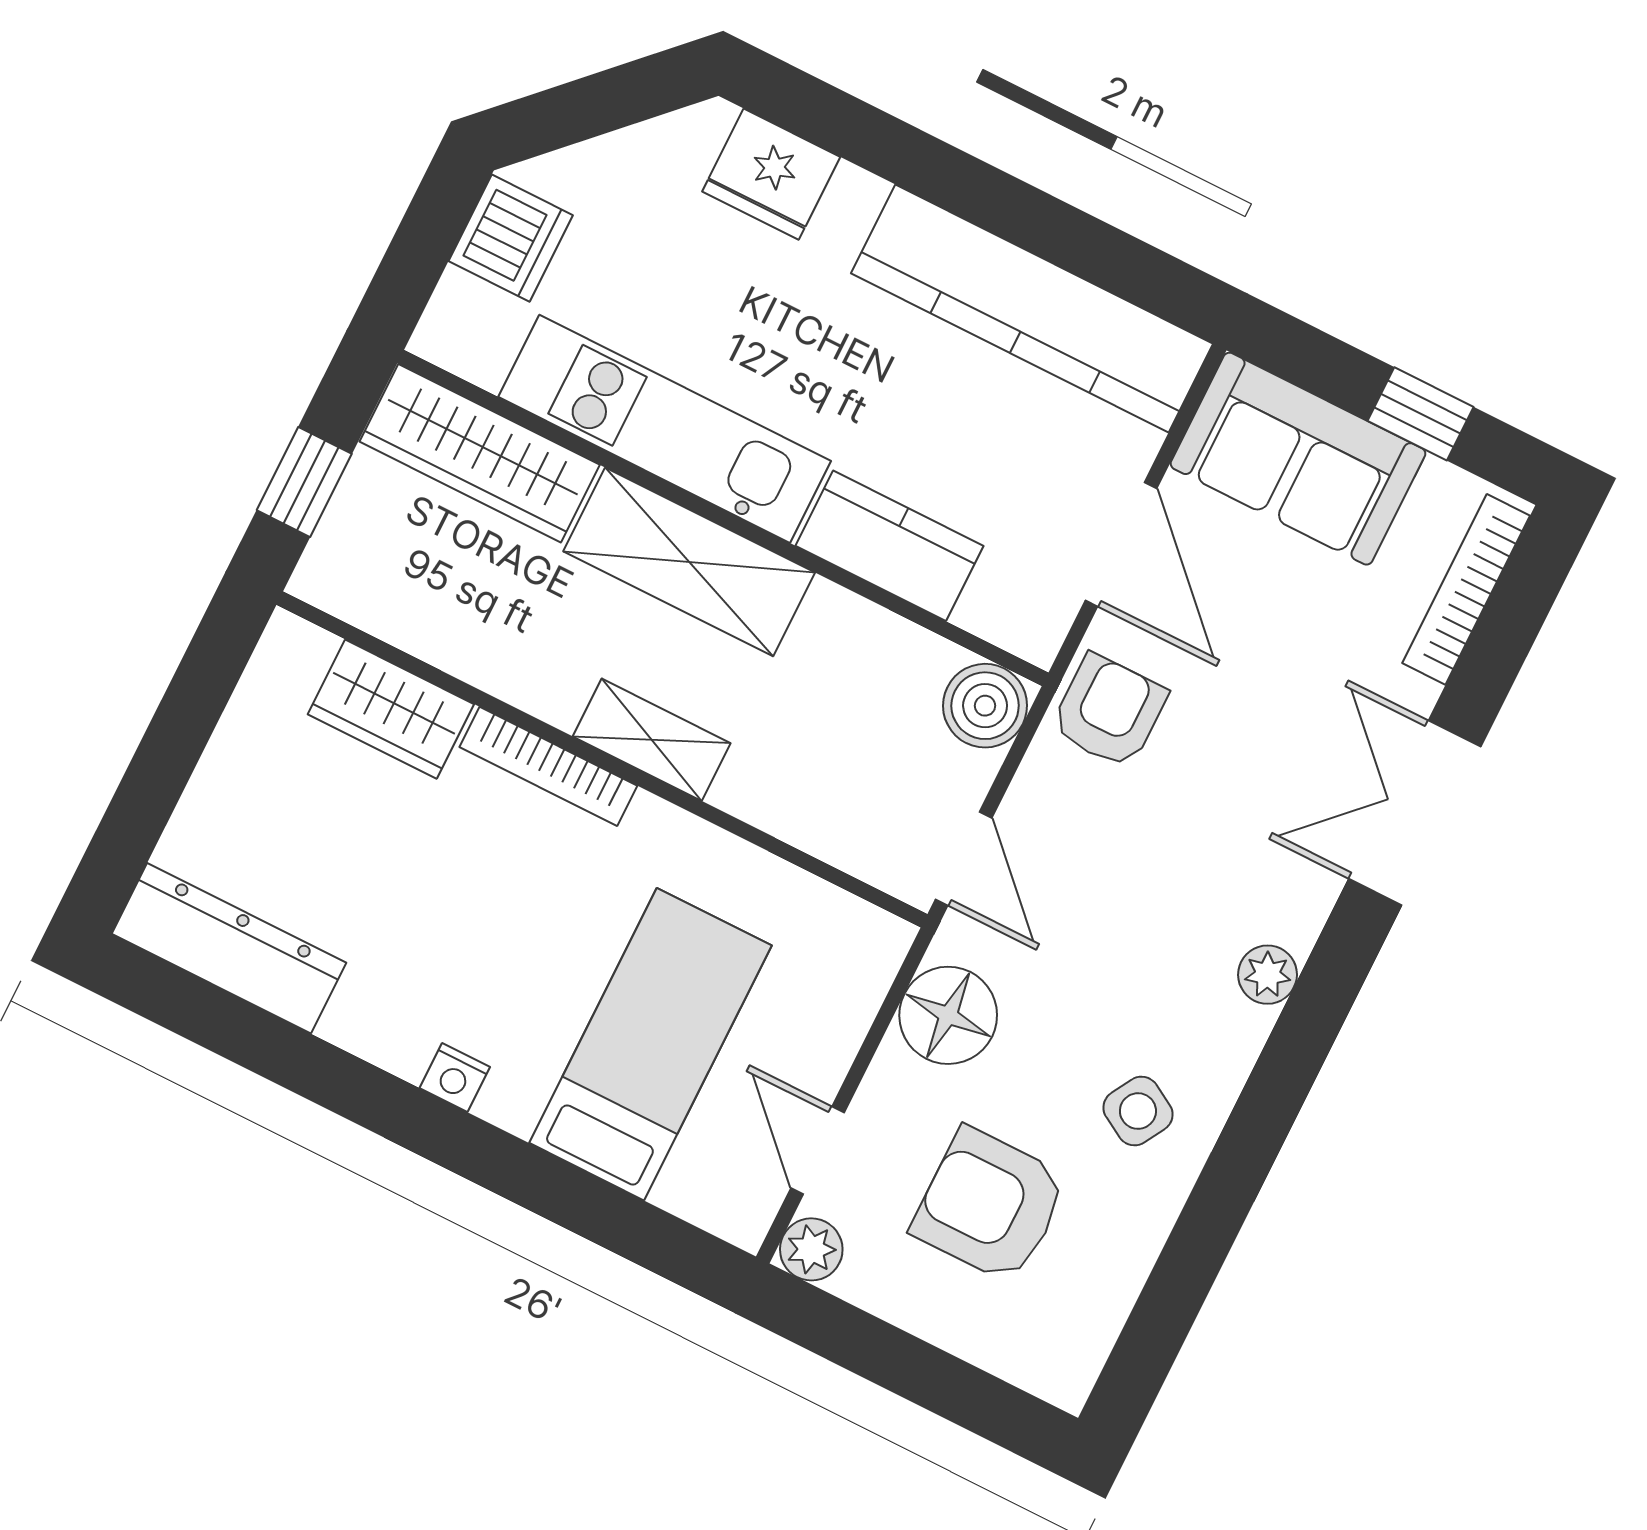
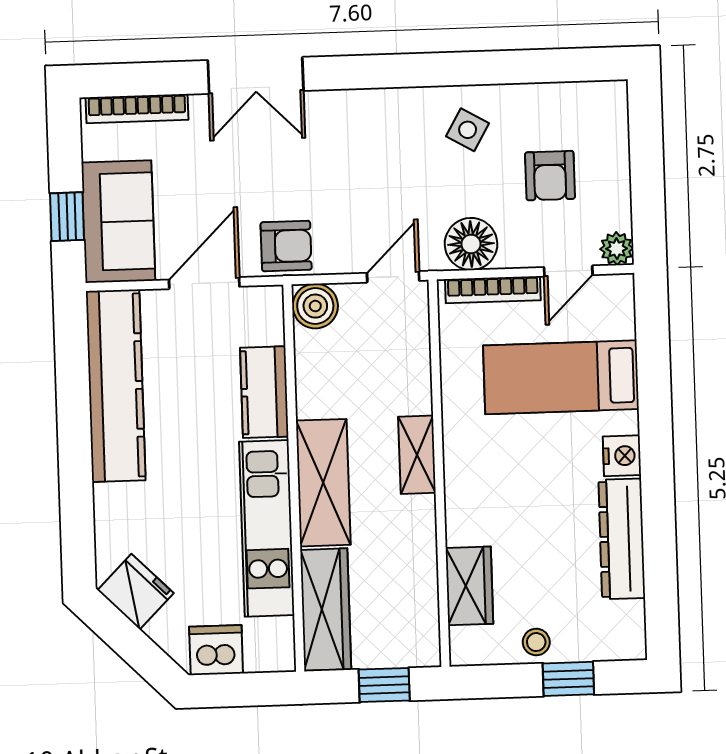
fridge: (771, 174) -> (136, 592), moved, turned -45
window: (1421, 414) -> (67, 217), moved
armchair: (1109, 711) -> (286, 246), turned 180
bookcase: (548, 766) -> (493, 290), moved, turned 90
stool: (240, 769) -> (536, 642), added
window: (151, 788) -> (568, 679), added
dresser: (229, 948) -> (622, 539), moved
plant: (1268, 975) -> (370, 104), removed
nightstand: (455, 1077) -> (622, 456), width x1.39, depth x1.35
armchair: (990, 1205) -> (550, 176), width x0.72, depth x0.72

